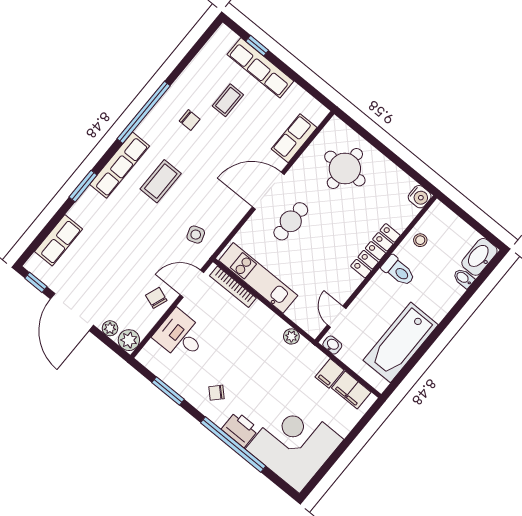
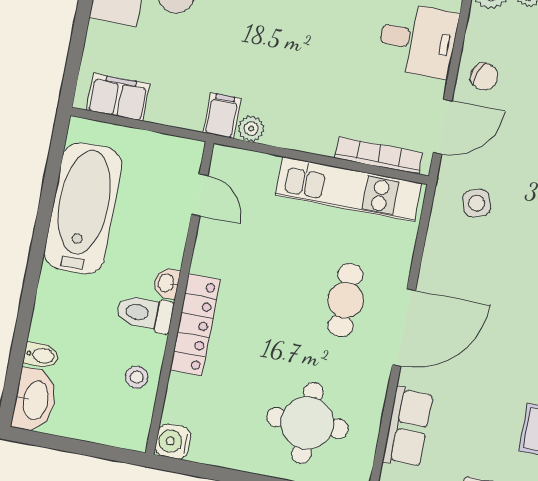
washbasin: (332, 345) -> (166, 283), moved, turned 90
filing cabinet: (330, 373) -> (222, 116), moved

